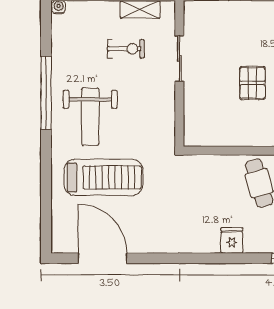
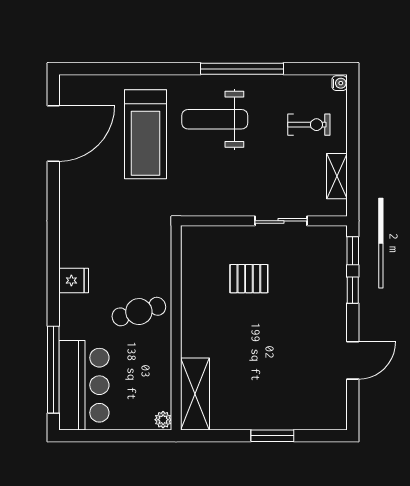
exercise bike: (126, 49) -> (309, 125), moved, turned -90
pallet: (253, 83) -> (249, 279), moved

